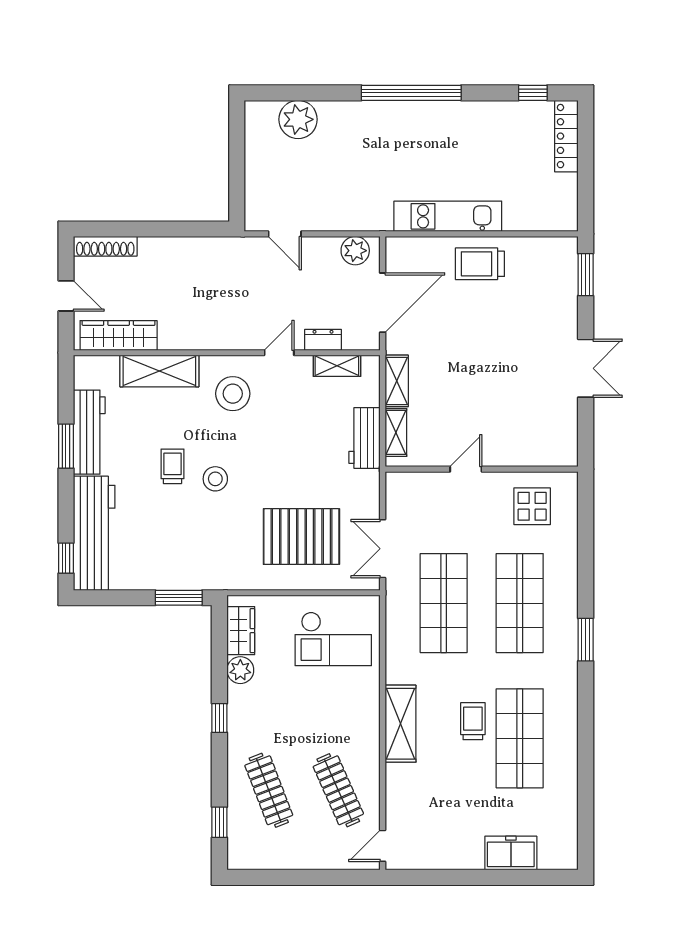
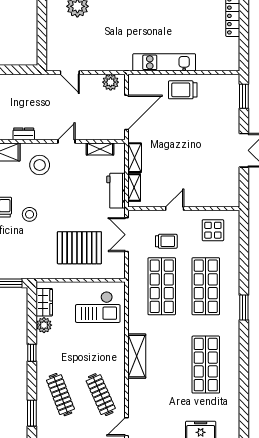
dresser: (323, 340) -> (24, 134), moved
double door: (383, 549) -> (126, 235), moved
trolley: (473, 721) -> (166, 241), moved, turned 90
window: (219, 822) -> (32, 413), width x1.50

